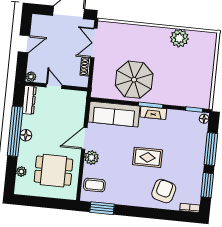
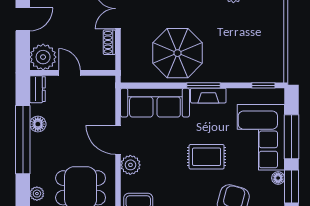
plant: (31, 77) -> (43, 57), width x1.87, depth x1.87
dresser: (29, 100) -> (38, 89), width x0.70
floor lamp: (204, 119) -> (278, 178), moved
floor lamp: (26, 135) -> (38, 124), moved
door: (84, 138) -> (118, 140), hinge flipped
corner sofa: (188, 147) -> (261, 137), added

